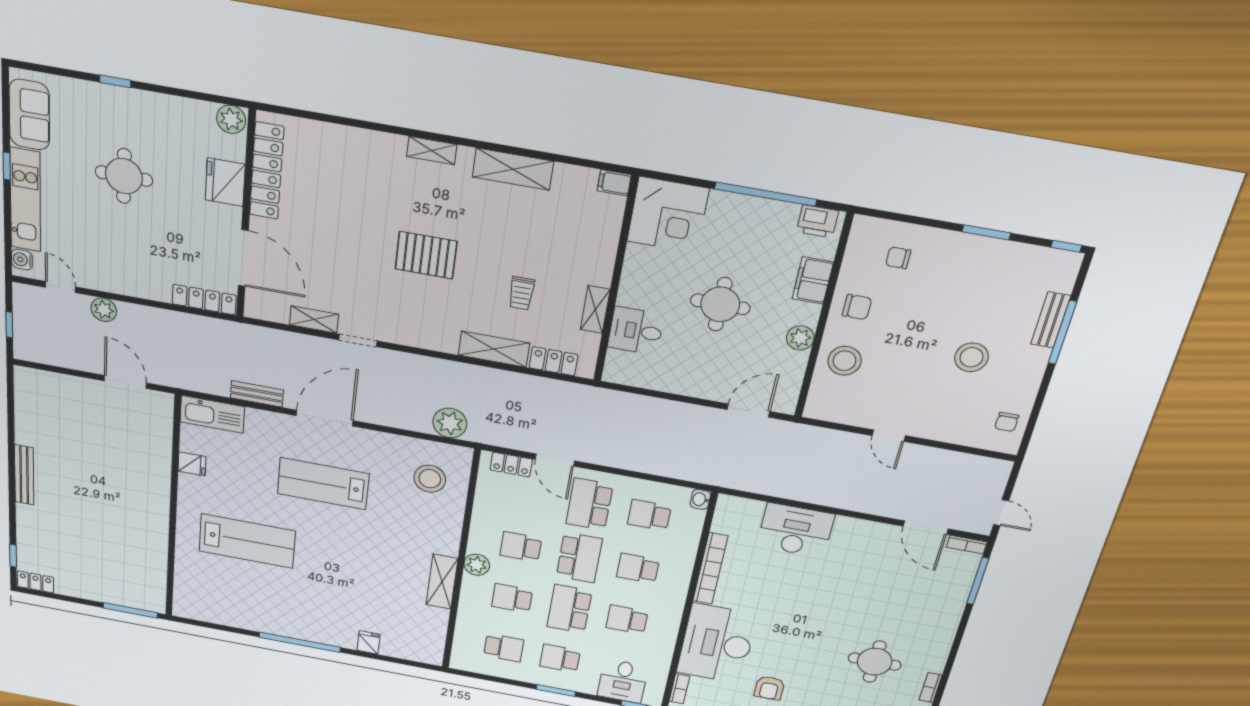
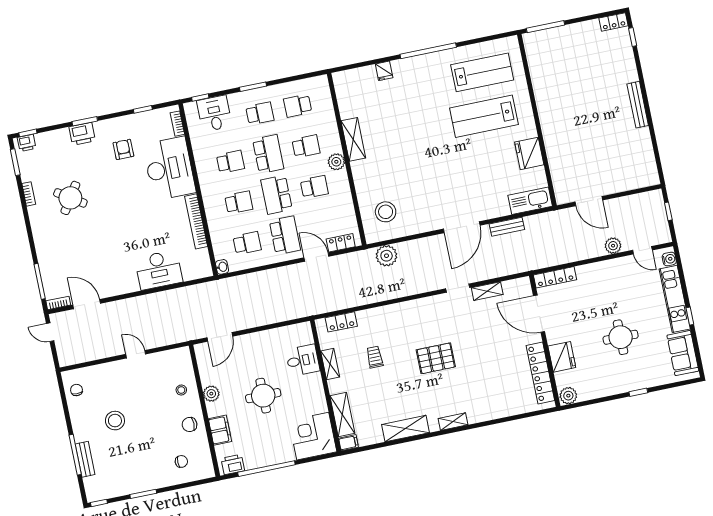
shelving: (494, 349) -> (342, 415), moved, turned 90
stool: (845, 361) -> (181, 390), width x0.53, depth x0.53
fridge: (192, 464) -> (529, 153), width x1.88, depth x1.34
lab bench: (323, 484) -> (482, 72), moved
round table: (875, 662) -> (70, 198), turned 33

